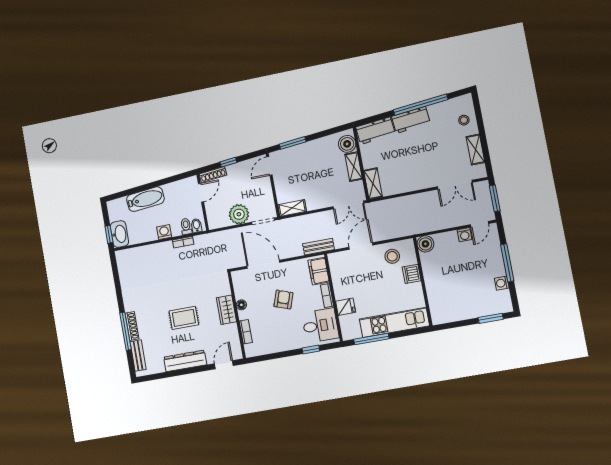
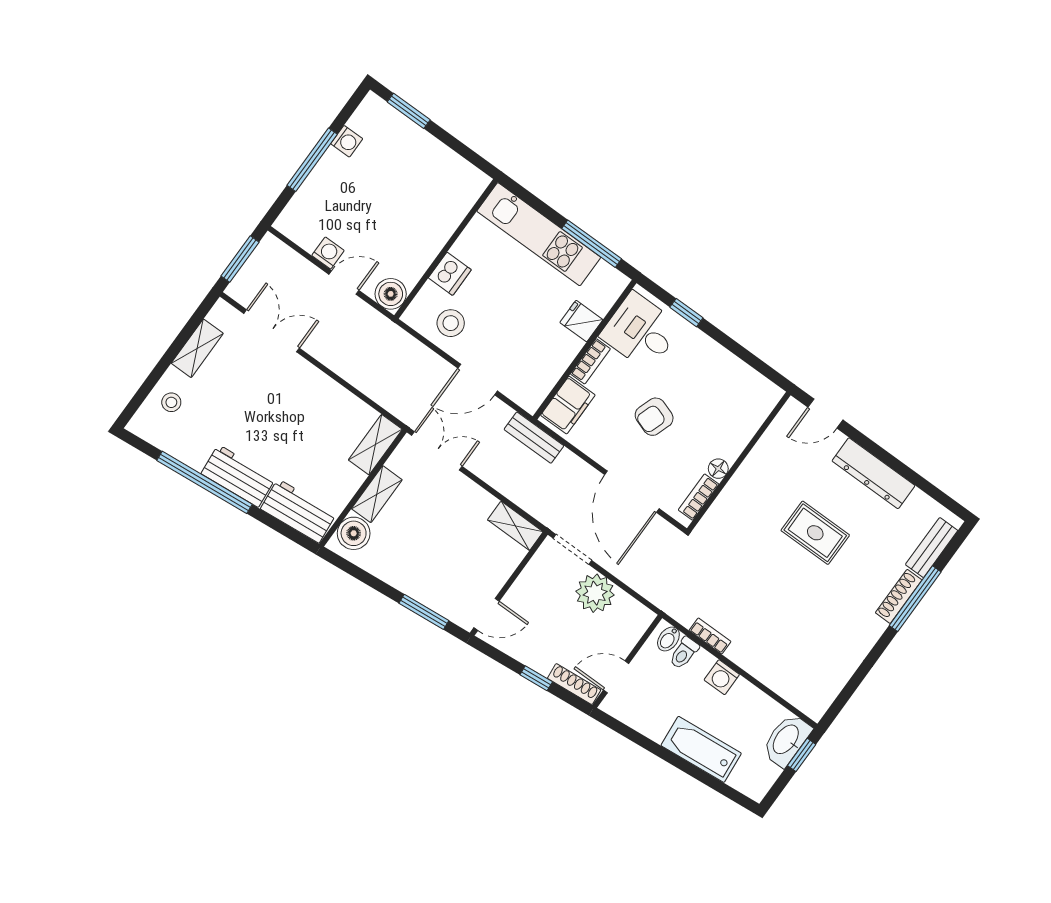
door: (479, 224) -> (344, 282), moved
wardrobe: (226, 310) -> (746, 483), removed
bookcase: (246, 332) -> (699, 497), moved

